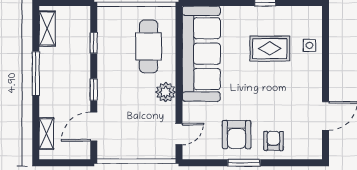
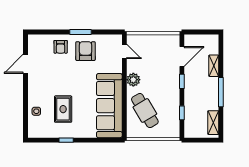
cafe table: (149, 46) -> (145, 111), turned -31
rug: (270, 48) -> (63, 109), turned 90
shelving: (46, 134) -> (214, 66), moved
door: (179, 134) -> (124, 51), swing flipped

